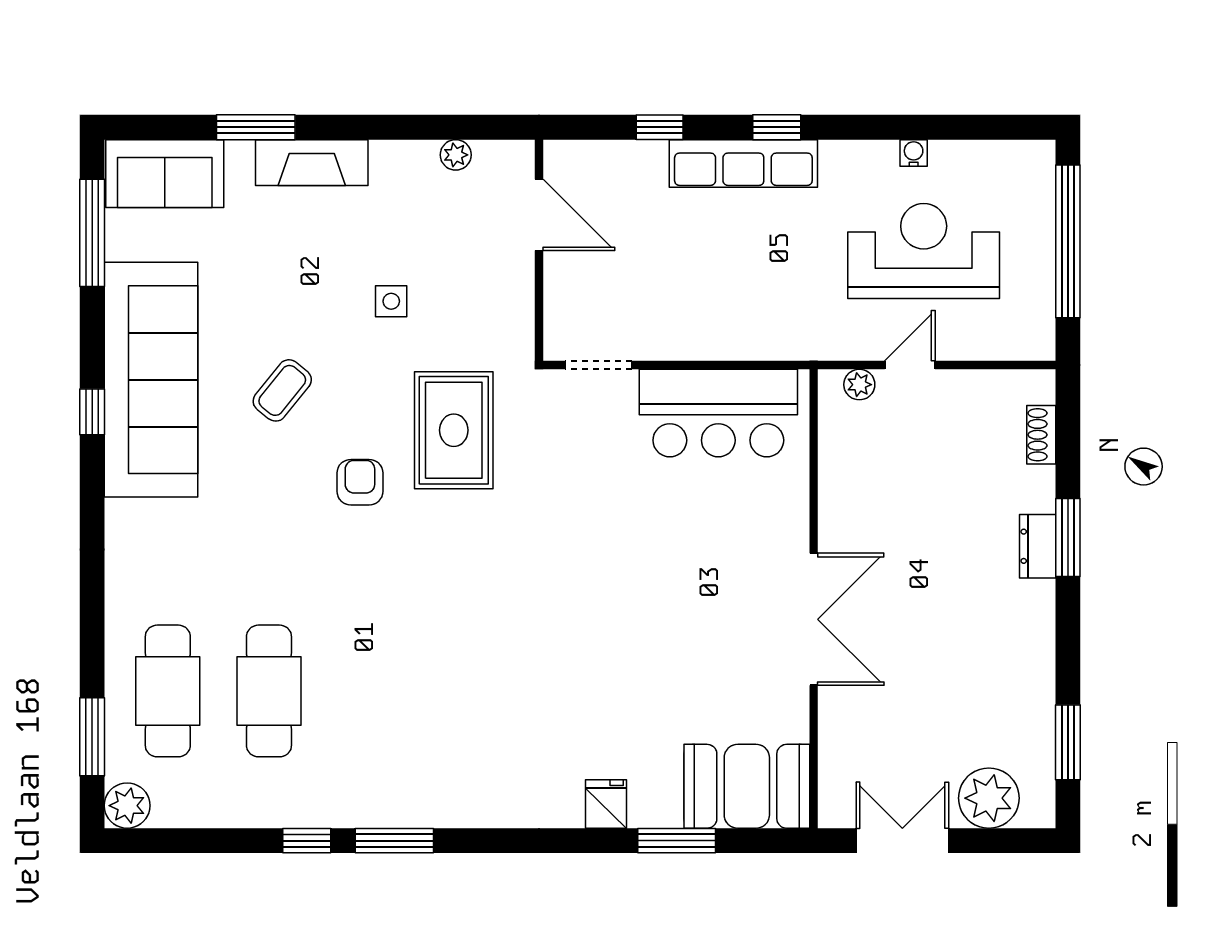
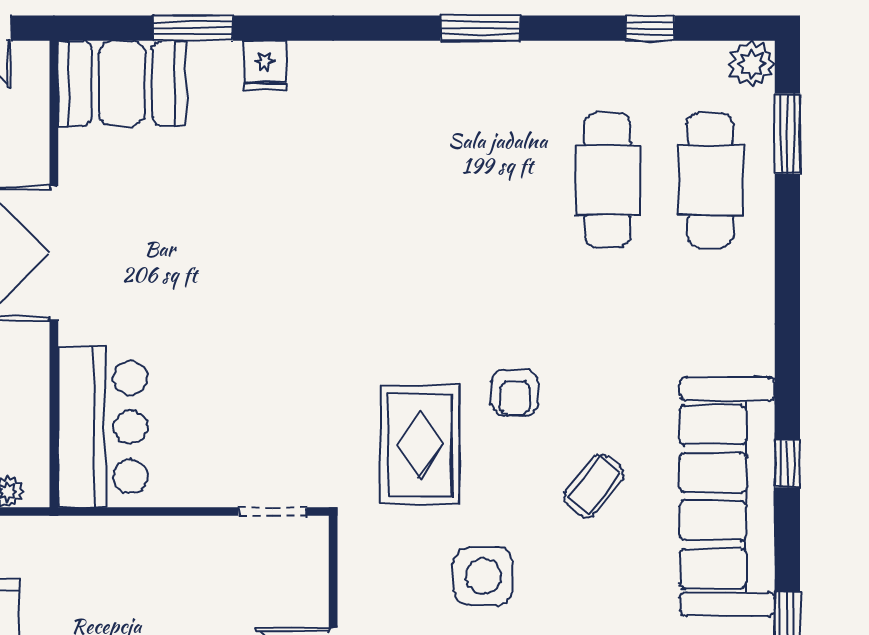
side table: (391, 301) -> (483, 576), width x1.87, depth x1.87
bar counter: (718, 413) -> (103, 427), moved, turned 90
window: (307, 841) -> (650, 28), moved

